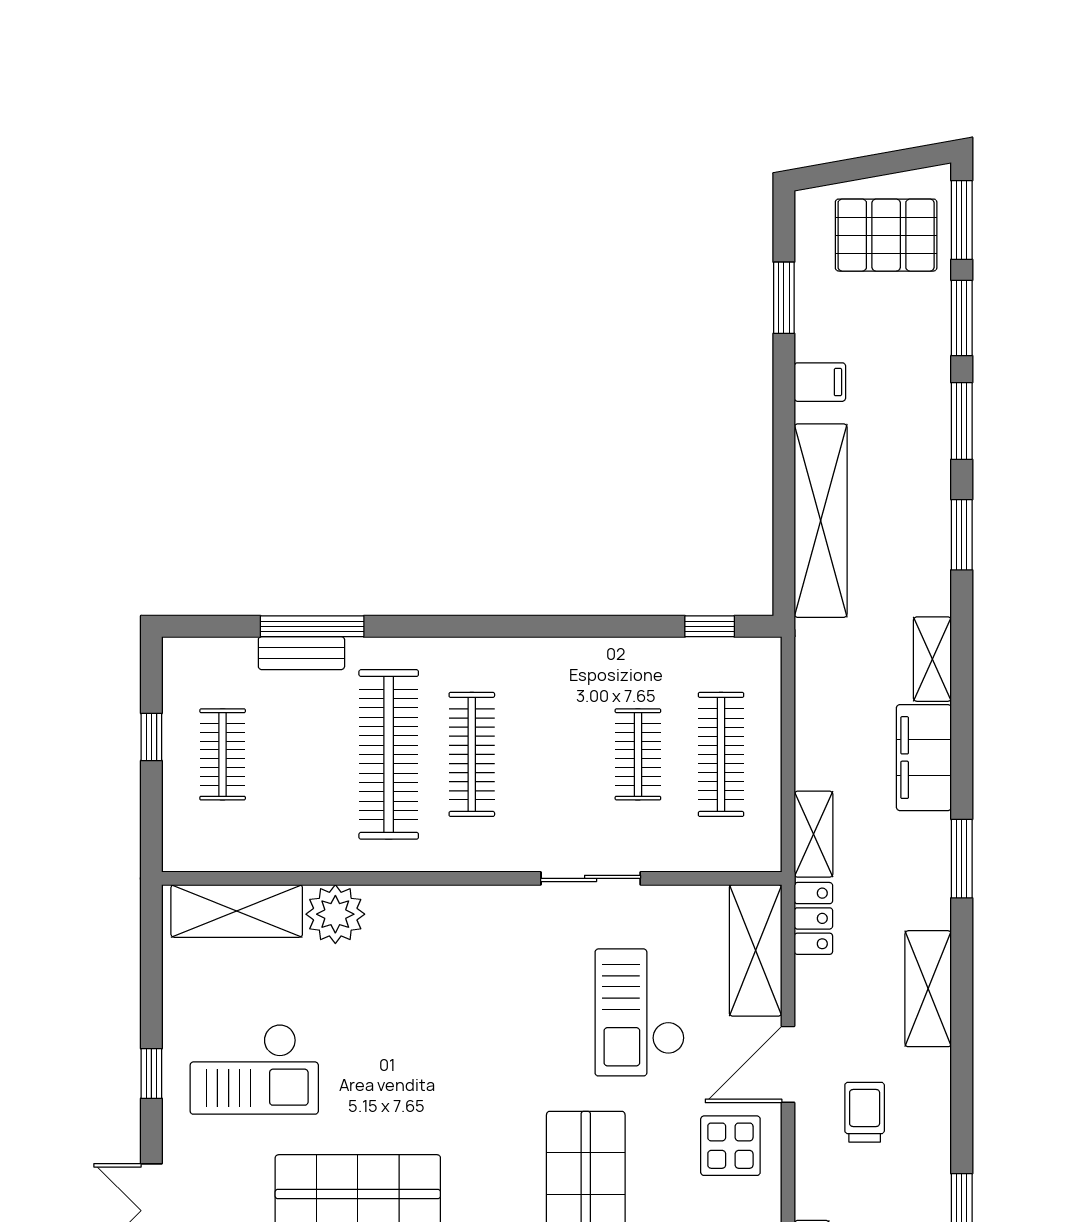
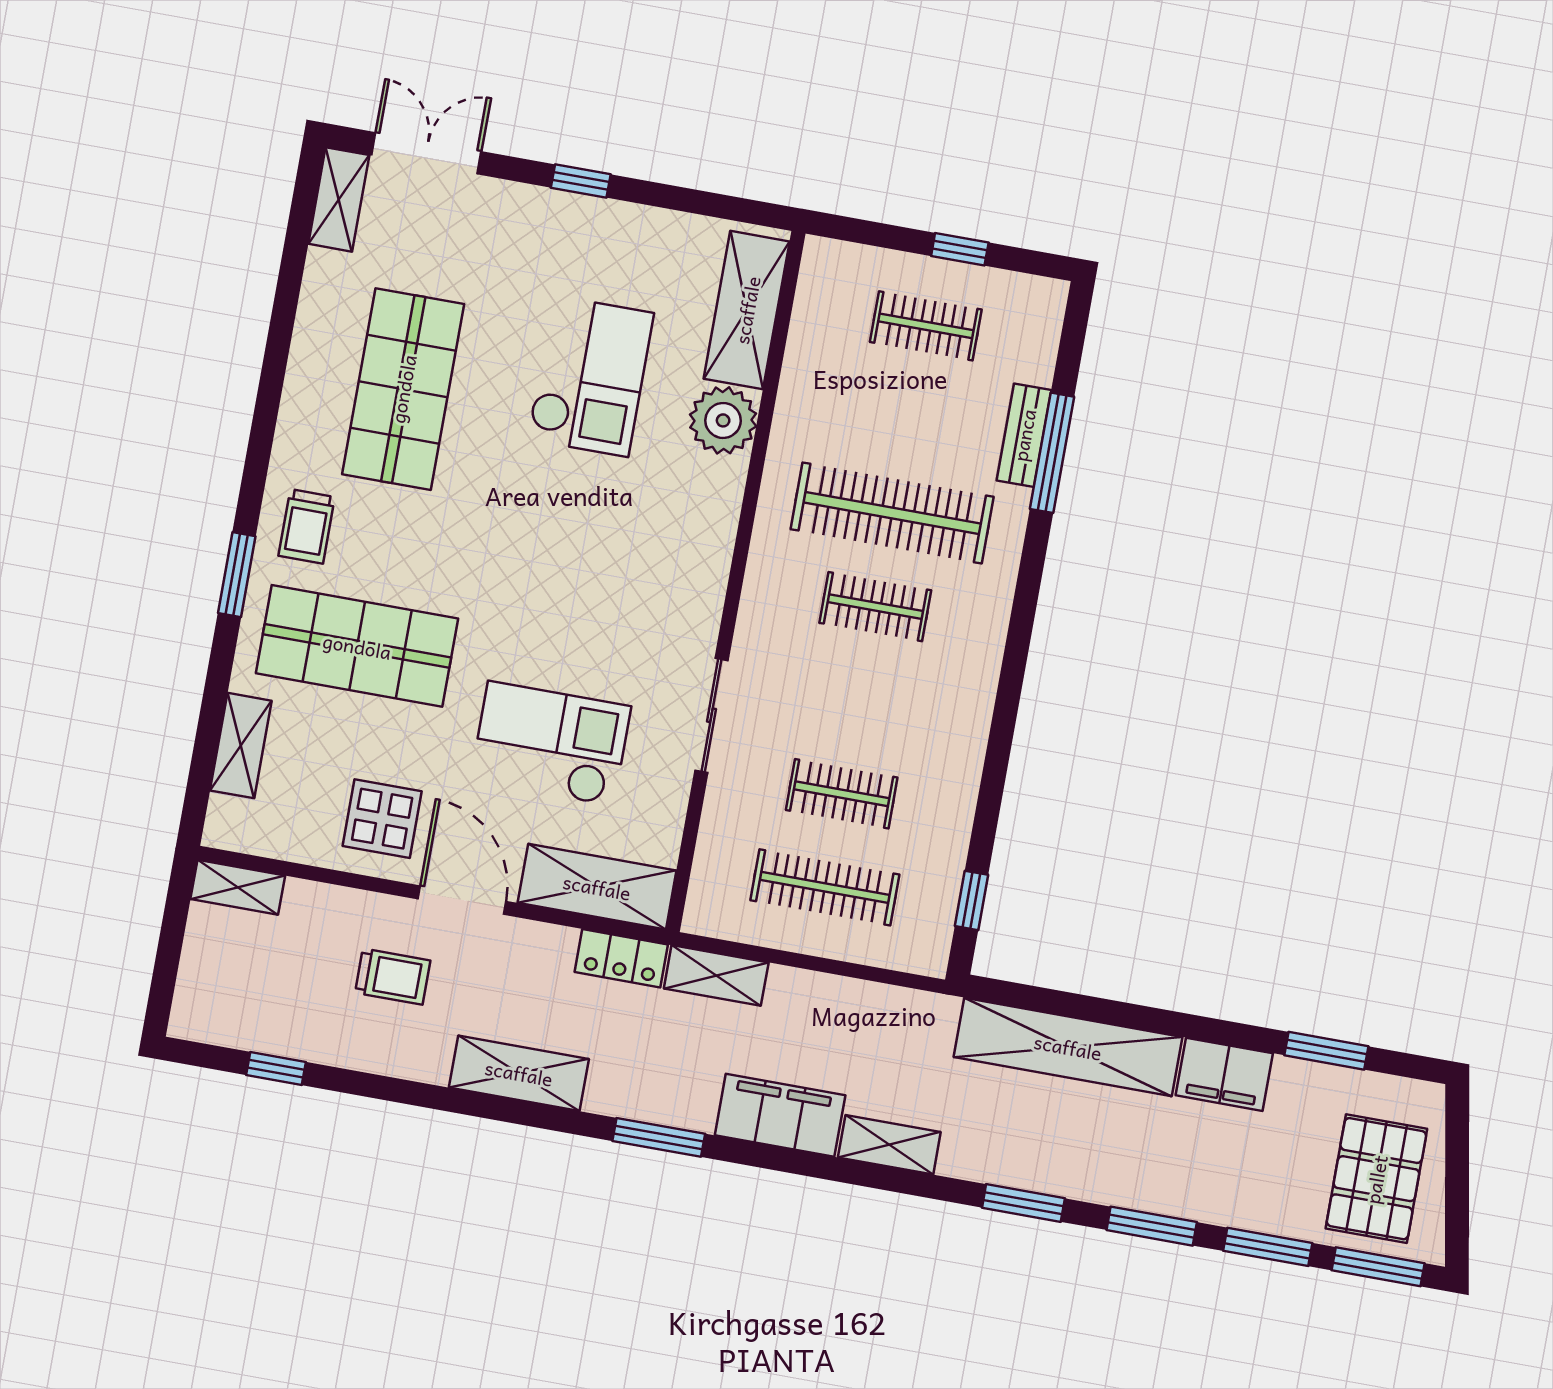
filing cabinet: (820, 382) -> (1224, 1074), width x2.00
clothes rail: (472, 754) -> (875, 607), width x0.73
checkout: (254, 1069) -> (590, 376), moved, turned 180

